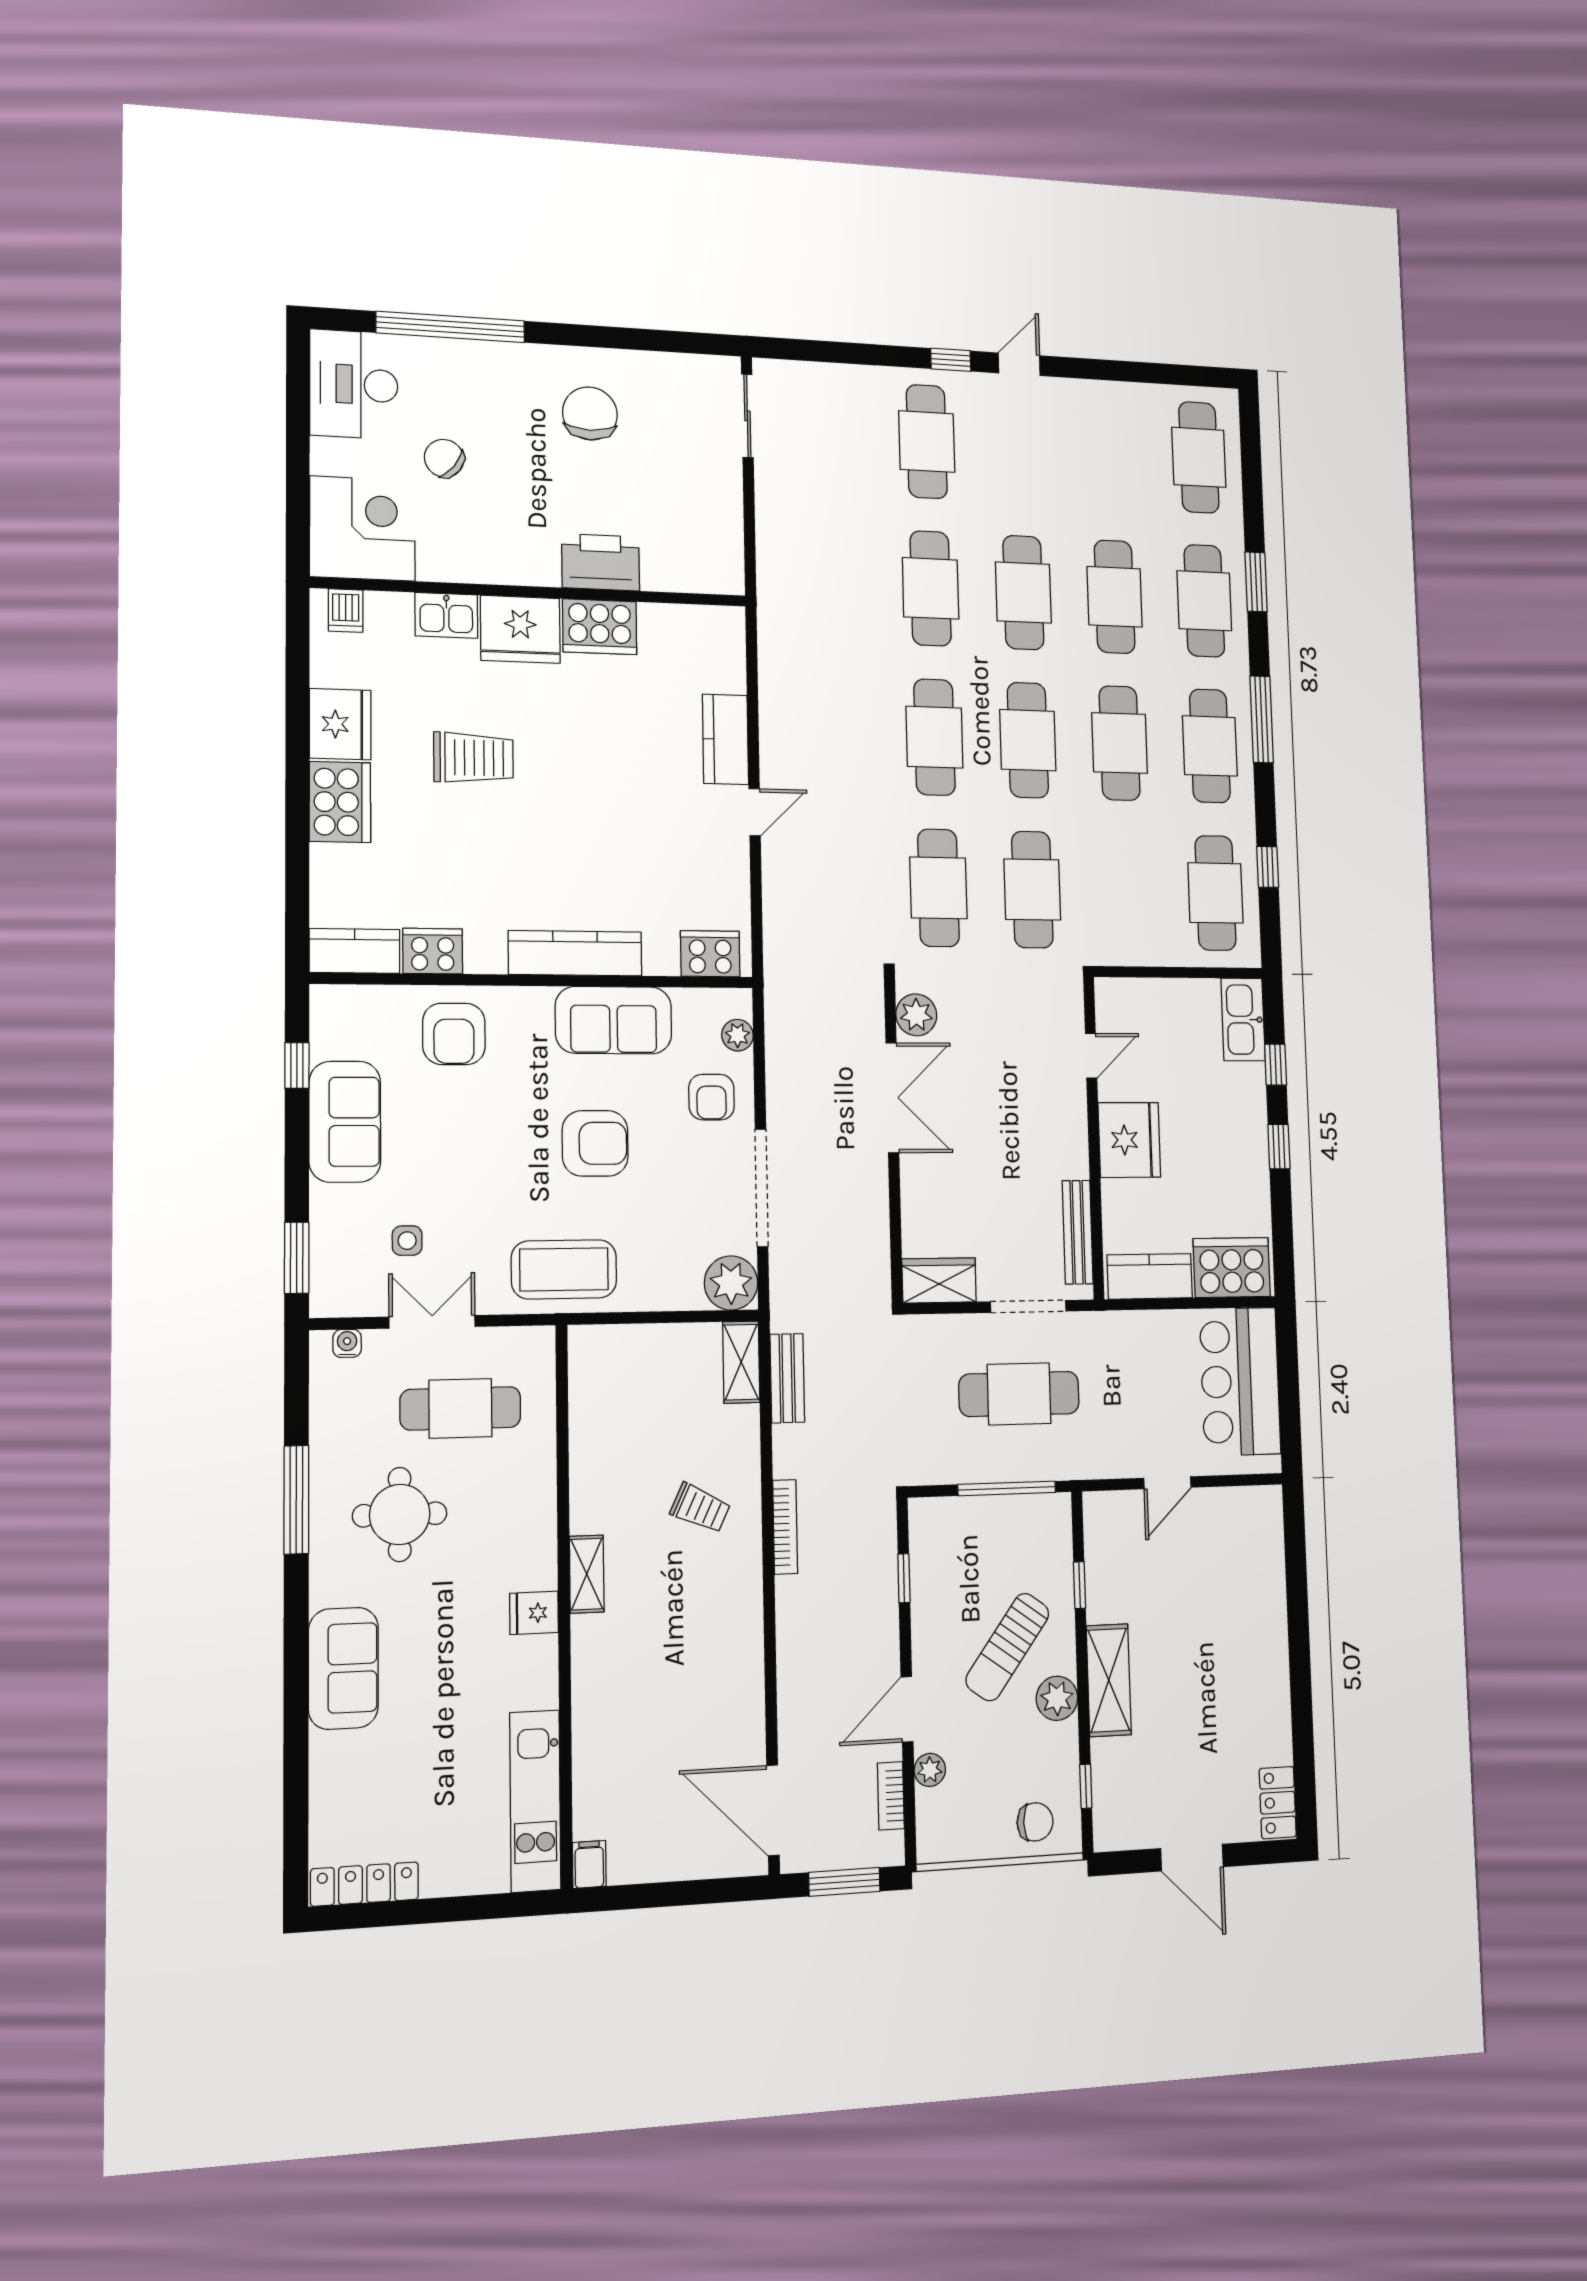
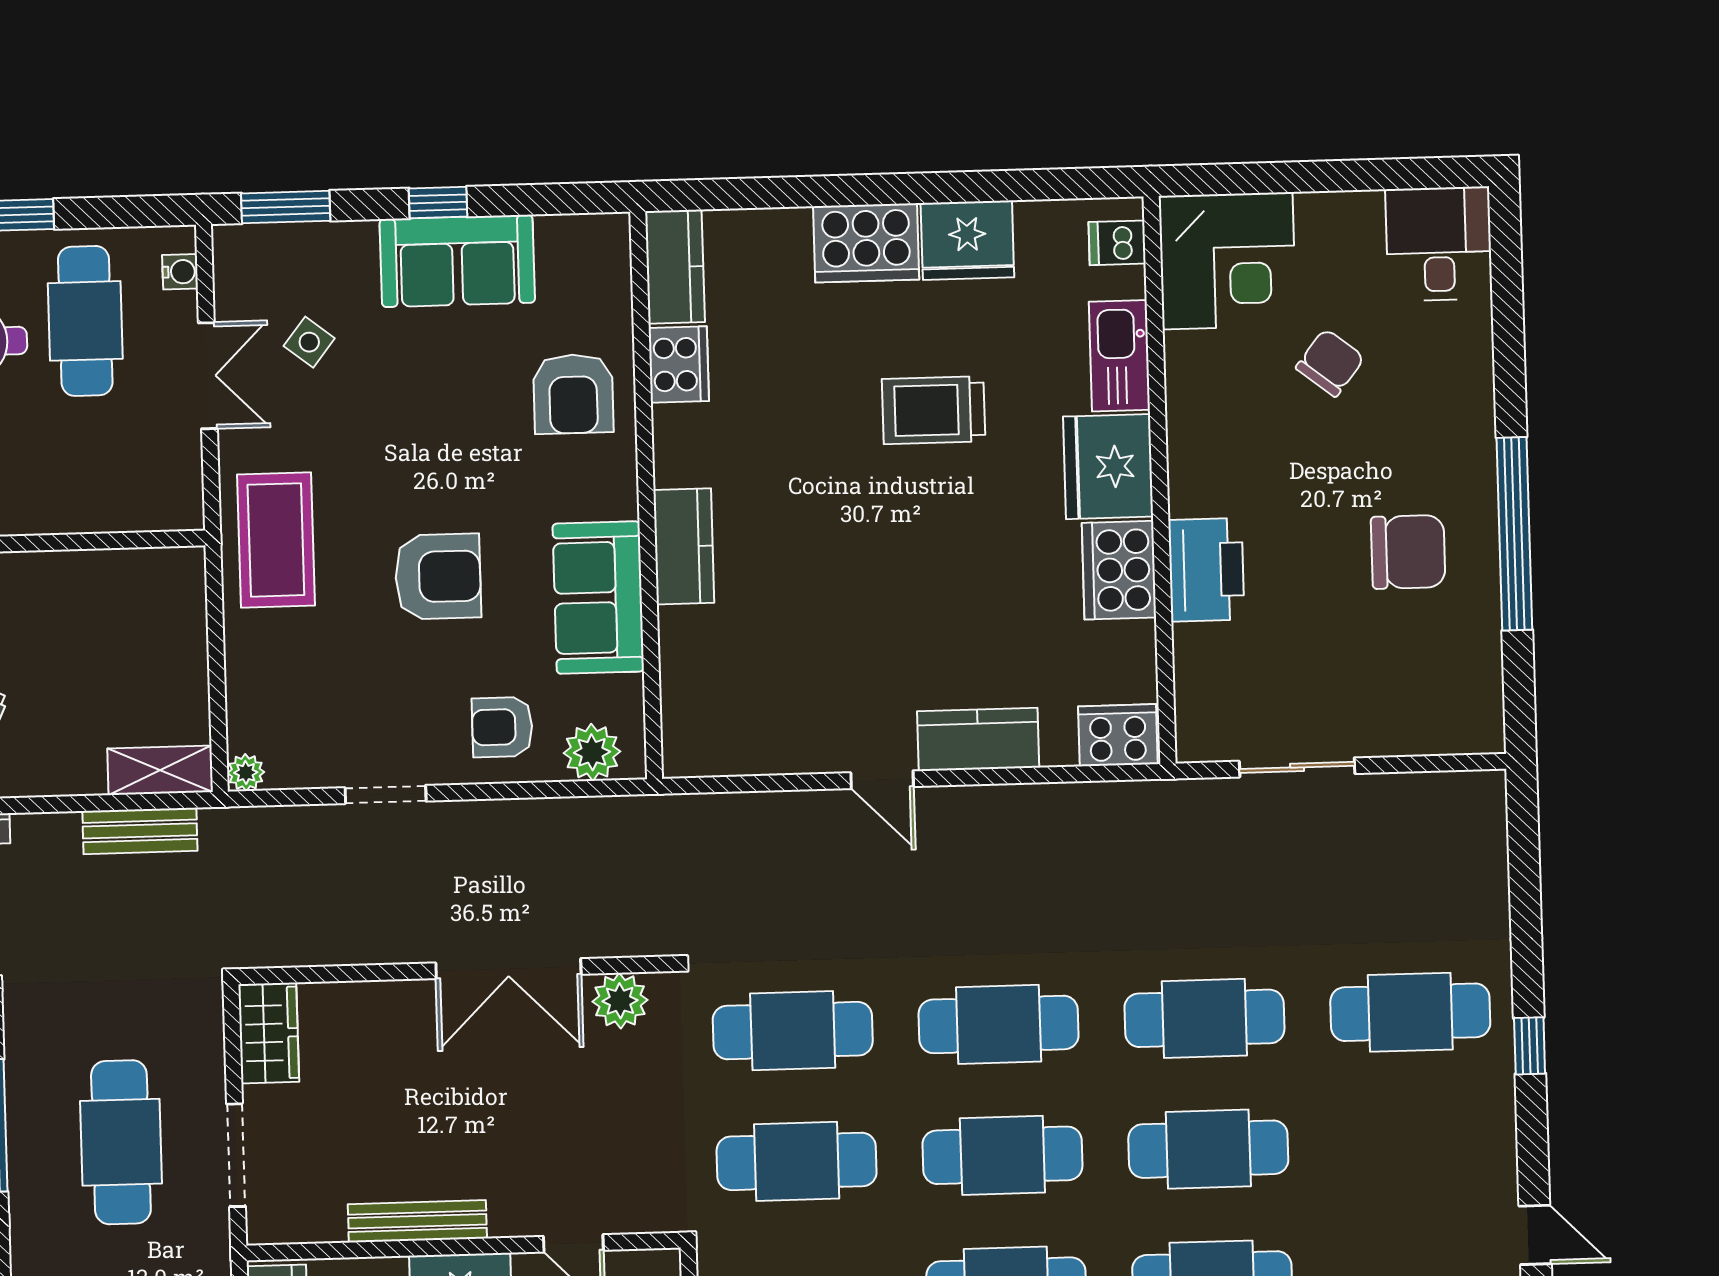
window: (450, 327) -> (1514, 534), moved
door: (1019, 364) -> (1535, 1235), moved
desk: (354, 384) -> (1439, 244), width x0.73
sliding door: (747, 416) -> (1297, 767), moved
kitchen sink: (446, 615) -> (1119, 356), width x1.38
trolley: (474, 758) -> (934, 410), turned 90
kitchen counter: (575, 953) -> (684, 546), width x0.67
cooker: (710, 954) -> (1118, 735), moved, turned -90
armchair: (454, 1034) -> (573, 394), turned -90
plant: (737, 1035) -> (592, 752), width x1.38, depth x1.38
window: (297, 1066) -> (438, 203), moved
armchair: (595, 1143) -> (438, 577), turned -90
doorway: (762, 1188) -> (386, 794), width x0.53
bench: (1078, 1232) -> (417, 1221), moved
side table: (407, 1241) -> (309, 342), turned 38
plant: (731, 1283) -> (246, 773), width x0.53, depth x0.53
cafe table: (460, 1408) -> (85, 321), moved

